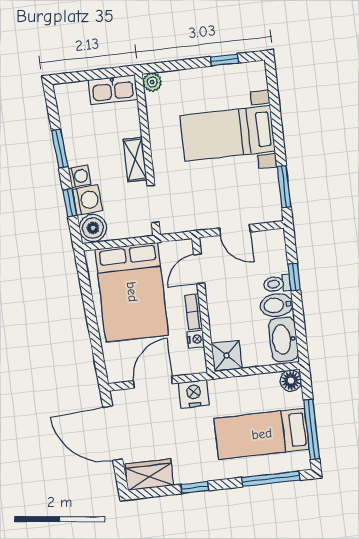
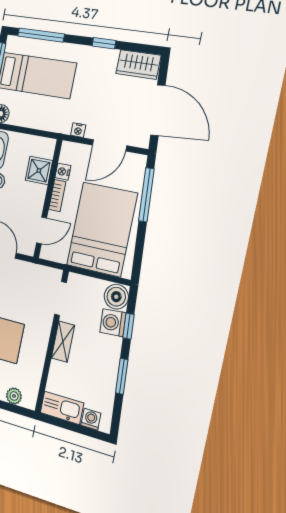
plant: (152, 82) -> (14, 396), moved
washing machine: (79, 176) -> (91, 419), moved, turned 94
window: (96, 343) -> (146, 195), added
shower: (227, 356) -> (39, 170), moved
nightstand: (194, 394) -> (78, 130), width x0.53, depth x0.56

